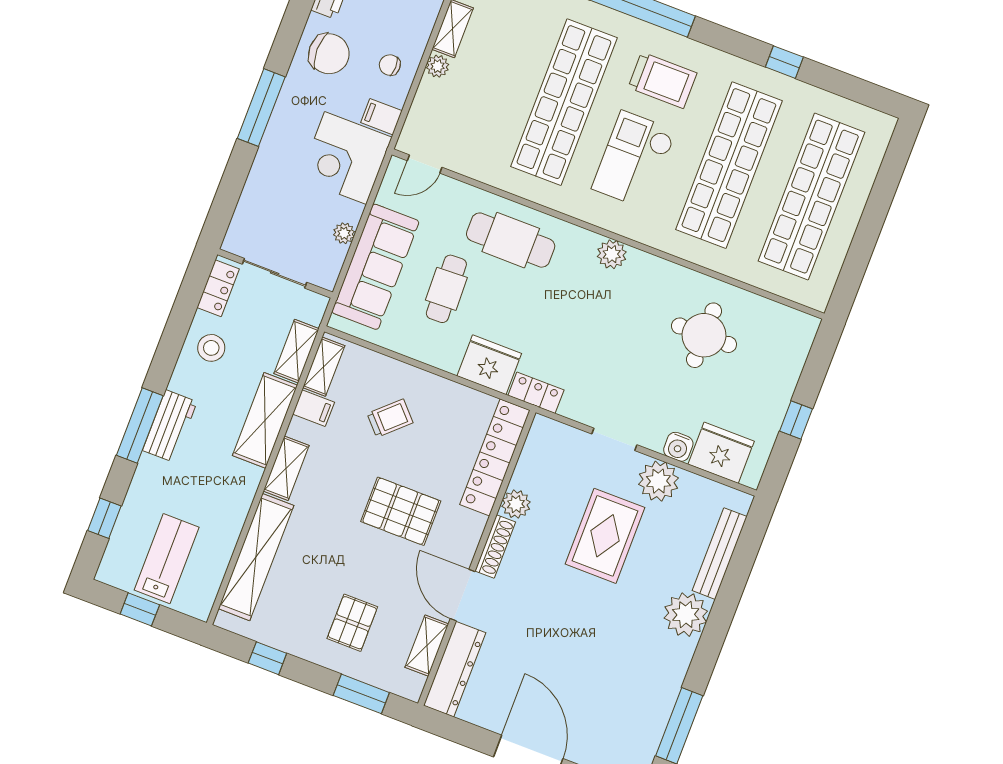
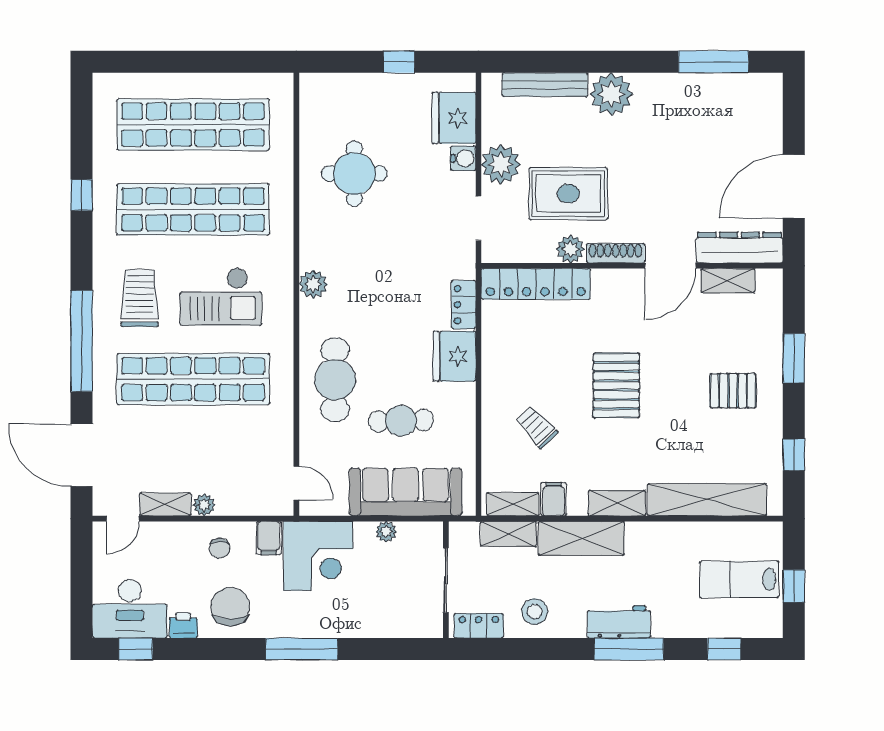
locker: (495, 457) -> (536, 284), moved
plant: (516, 504) -> (570, 249), moved
shoe rack: (495, 546) -> (616, 253), moved
wall: (477, 558) -> (632, 266), moved
door: (463, 595) -> (670, 266), moved
shelving: (427, 646) -> (728, 281), moved
dresser: (455, 669) -> (740, 248), moved

